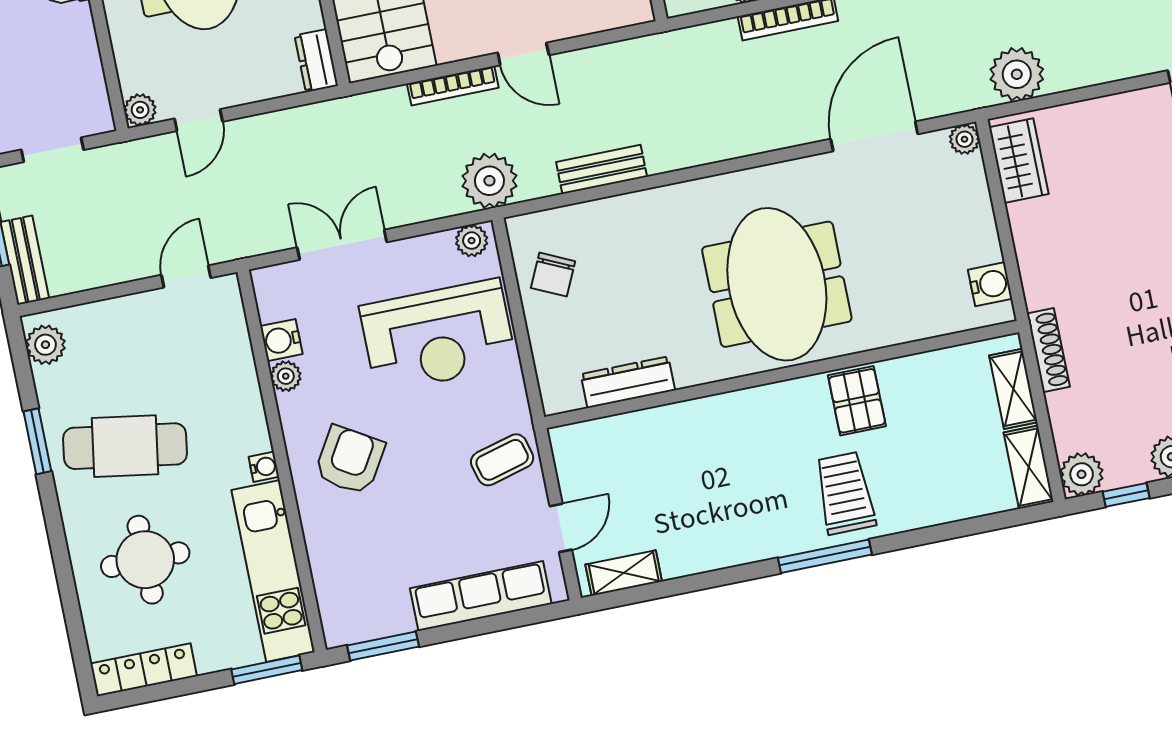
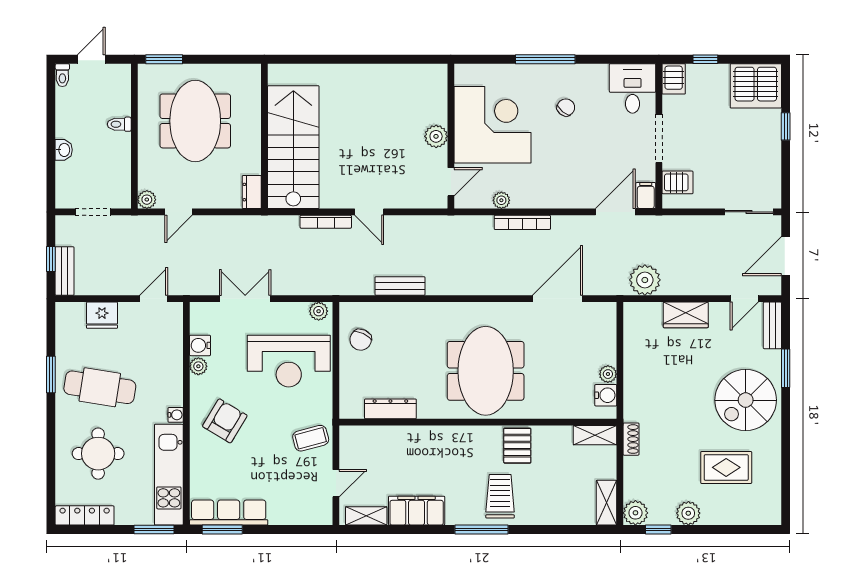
plant: (965, 139) -> (608, 374), moved
wardrobe: (1019, 161) -> (686, 315), moved, turned 90
plant: (489, 181) -> (336, 280), removed
fridge: (104, 323) -> (102, 315), added
plant: (45, 345) -> (67, 321), removed
shoe rack: (1048, 350) -> (631, 439), width x0.70
shelving: (1013, 389) -> (595, 435), moved, turned 90
filing cabinet: (708, 547) -> (417, 511), added
row of seats: (481, 596) -> (229, 513), moved

